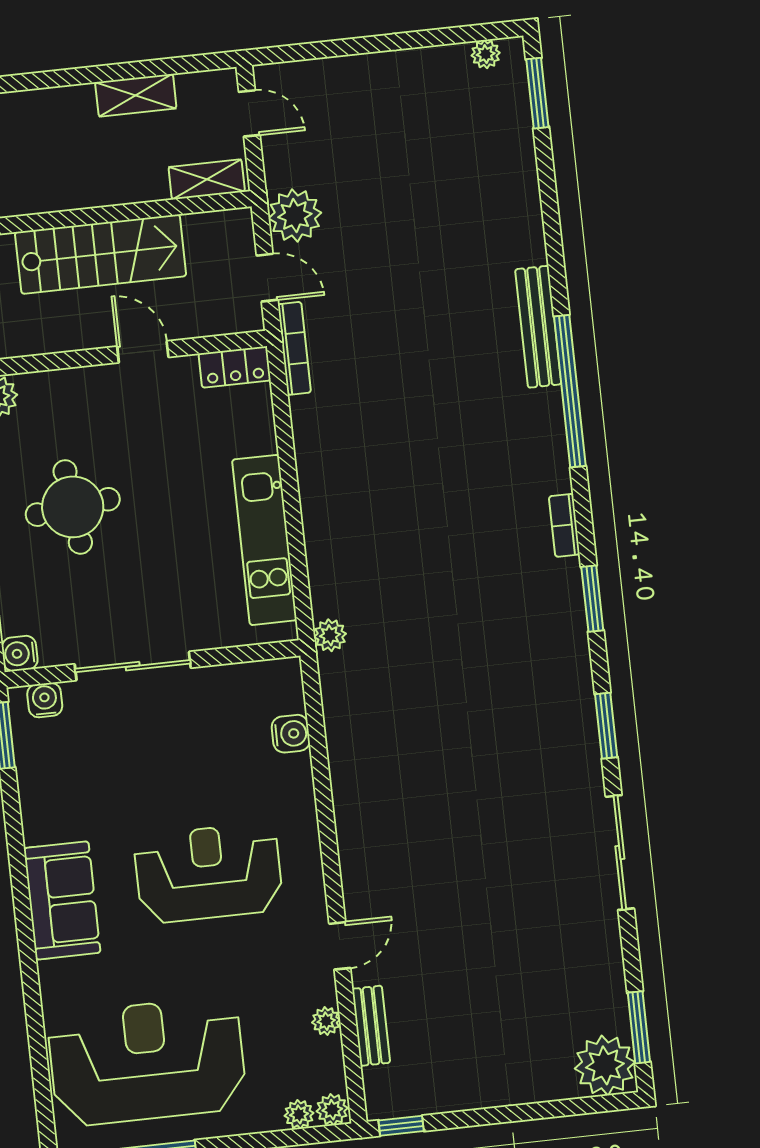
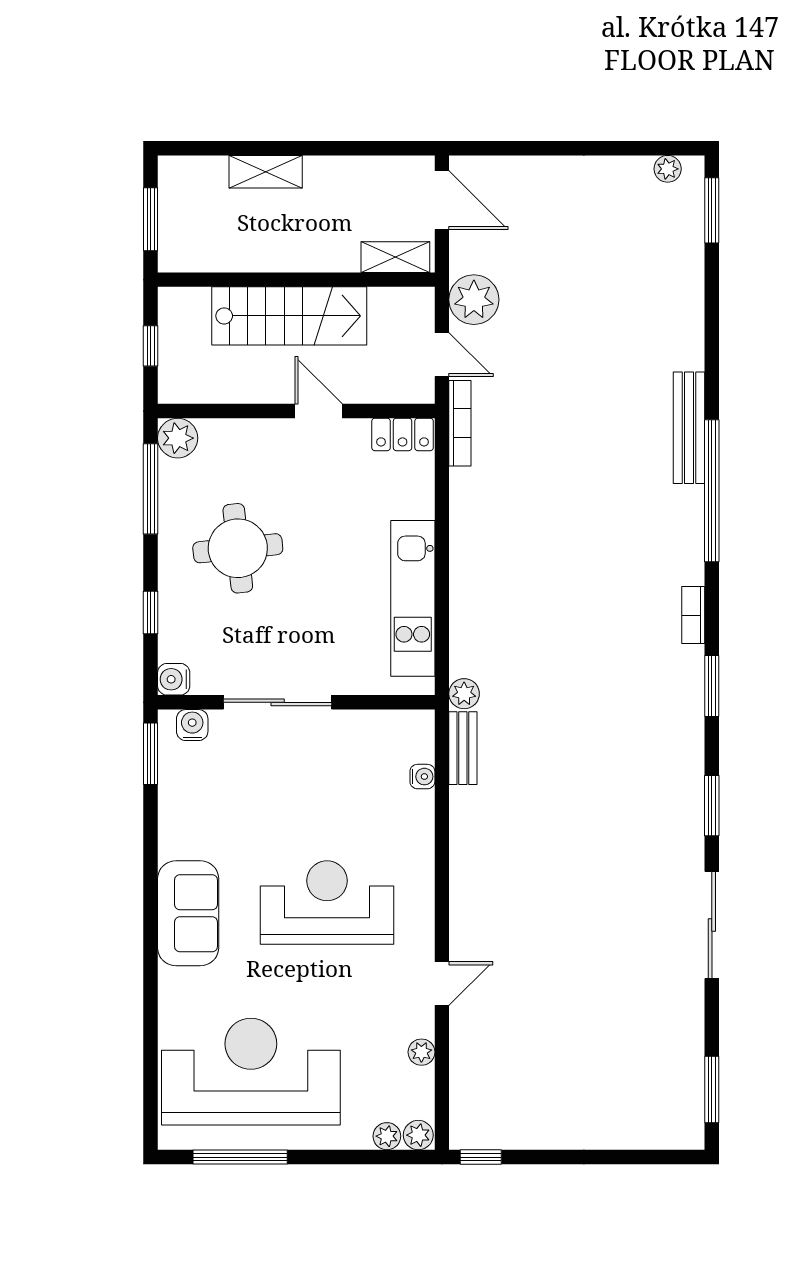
shelving: (136, 95) -> (266, 172), moved
door: (249, 113) -> (442, 200), width x1.37
water cooler: (291, 734) -> (422, 777), width x0.72, depth x0.72
bench: (371, 1026) -> (463, 748), moved
plant: (605, 1065) -> (676, 1122), removed

